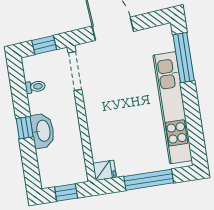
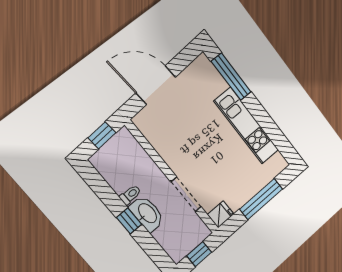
doorway: (75, 71) -> (186, 194), moved
toilet: (35, 87) -> (130, 195), moved
kitchen unit: (173, 108) -> (246, 126), width x0.73

